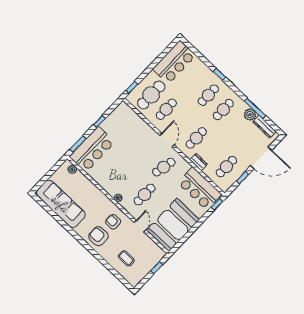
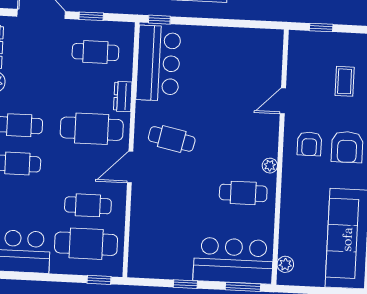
cafe table: (196, 138) -> (92, 129), width x1.37, depth x1.35
cafe table: (145, 195) -> (243, 193), moved
booth: (173, 225) -> (241, 56), removed

